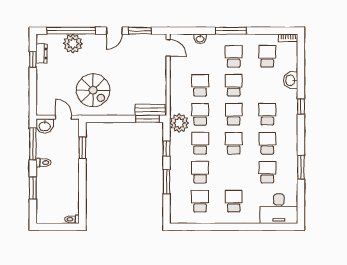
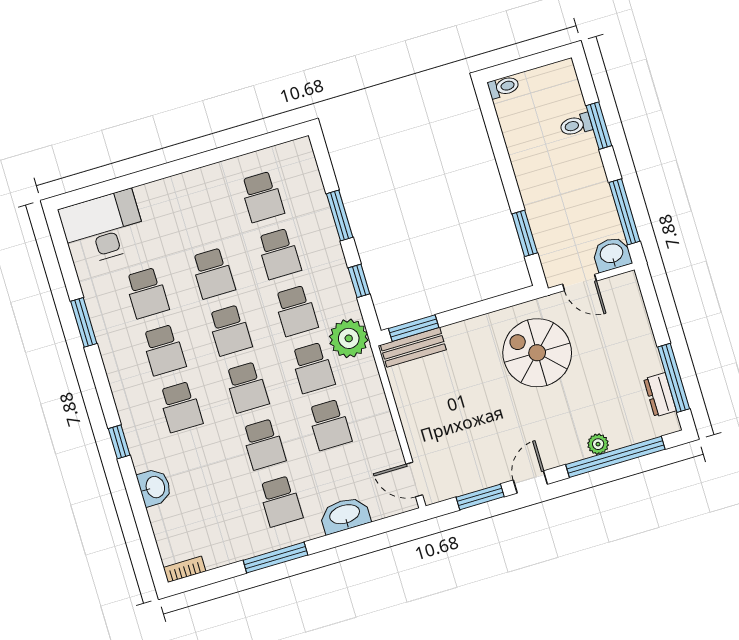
window: (231, 31) -> (275, 558), moved
washbasin: (200, 39) -> (345, 515), width x1.91, depth x1.45
plant: (73, 44) -> (598, 444), width x0.53, depth x0.53
school desk: (267, 56) -> (214, 521), removed
window: (33, 59) -> (674, 378), width x2.17
toilet: (43, 163) -> (576, 125), moved
school desk: (234, 201) -> (213, 273), moved

